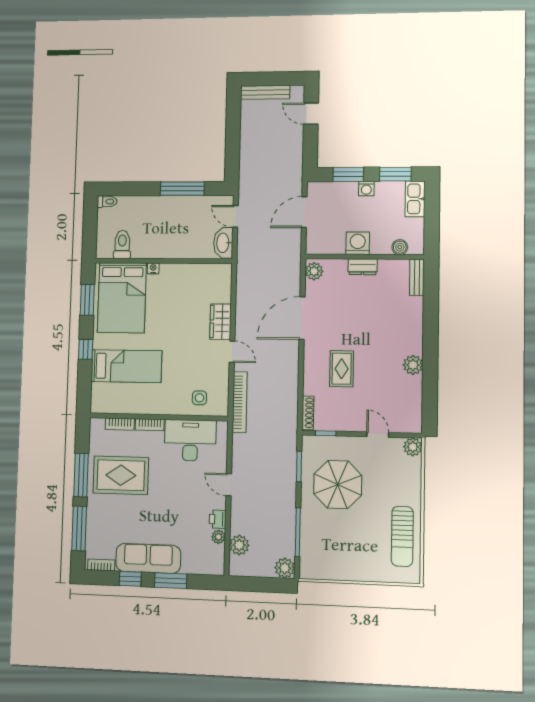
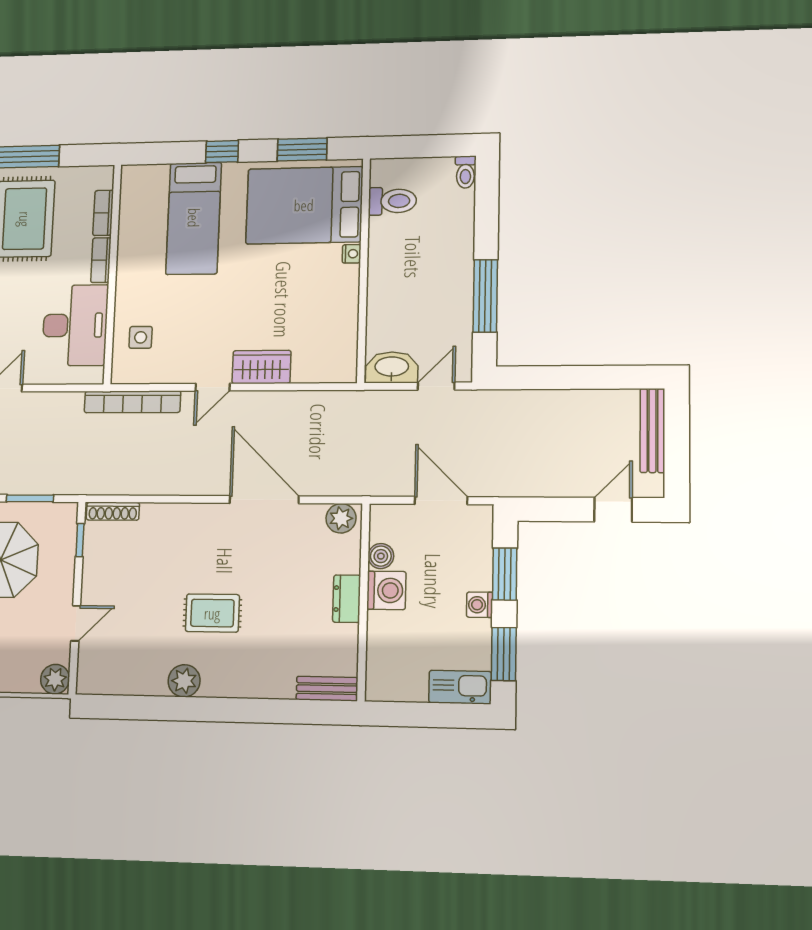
boiler: (400, 247) -> (381, 556), moved
rug: (342, 369) -> (212, 613), moved

